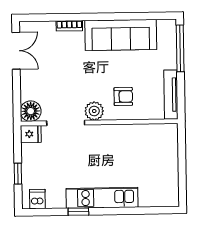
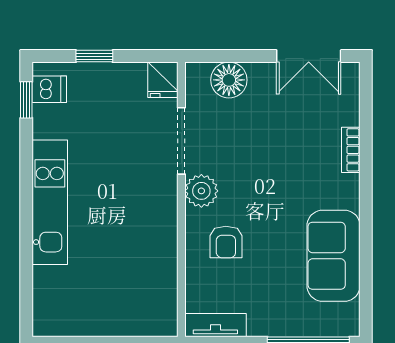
sofa: (121, 35) -> (333, 256), width x0.73
tv unit: (171, 95) -> (215, 325), width x0.71
floor lamp: (31, 111) -> (229, 80), moved
window: (78, 212) -> (26, 100), moved

